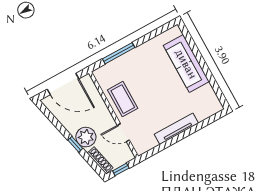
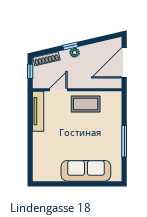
window: (119, 53) -> (124, 141), moved
tv unit: (176, 129) -> (38, 111), moved
plant: (86, 137) -> (75, 53), width x0.53, depth x0.53

